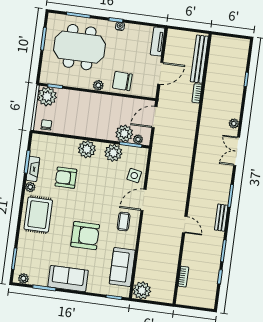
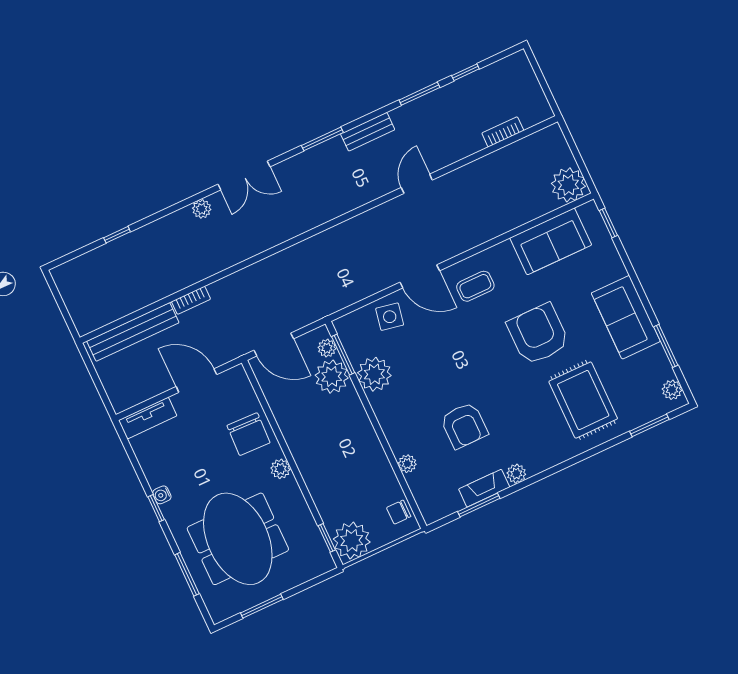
plant: (87, 149) -> (407, 464), moved, width x0.53, depth x0.53
rug: (38, 215) -> (583, 400), moved, turned 90

